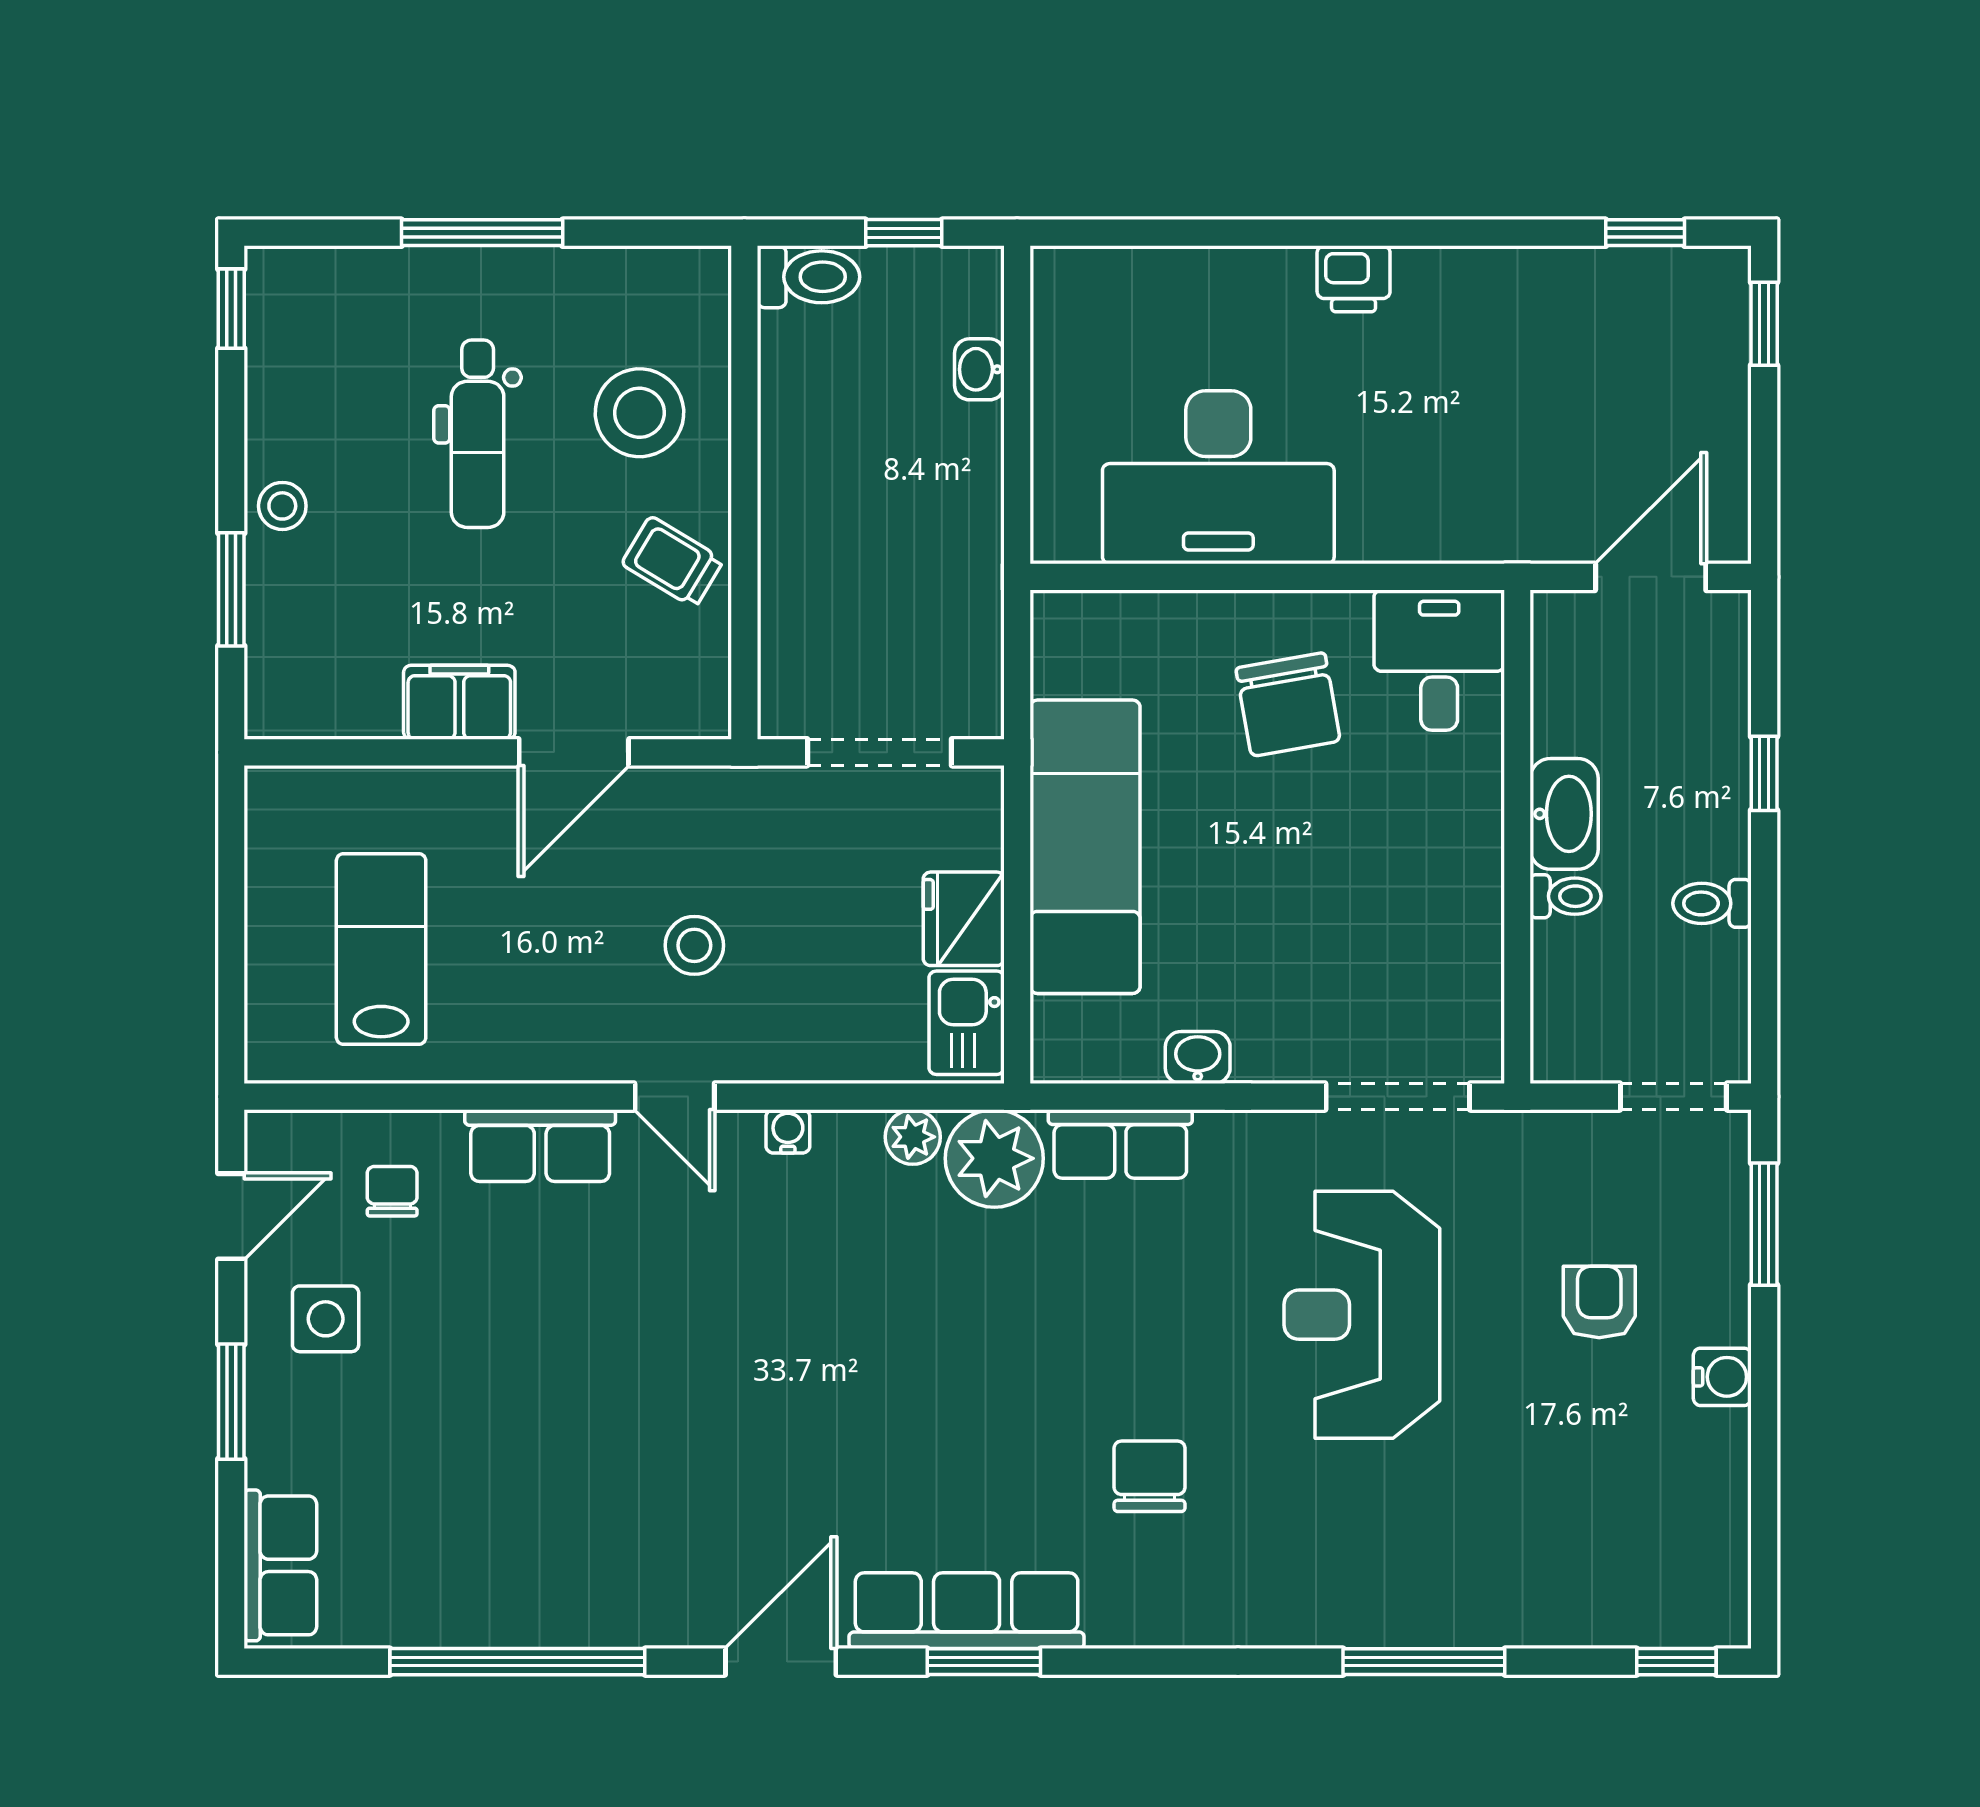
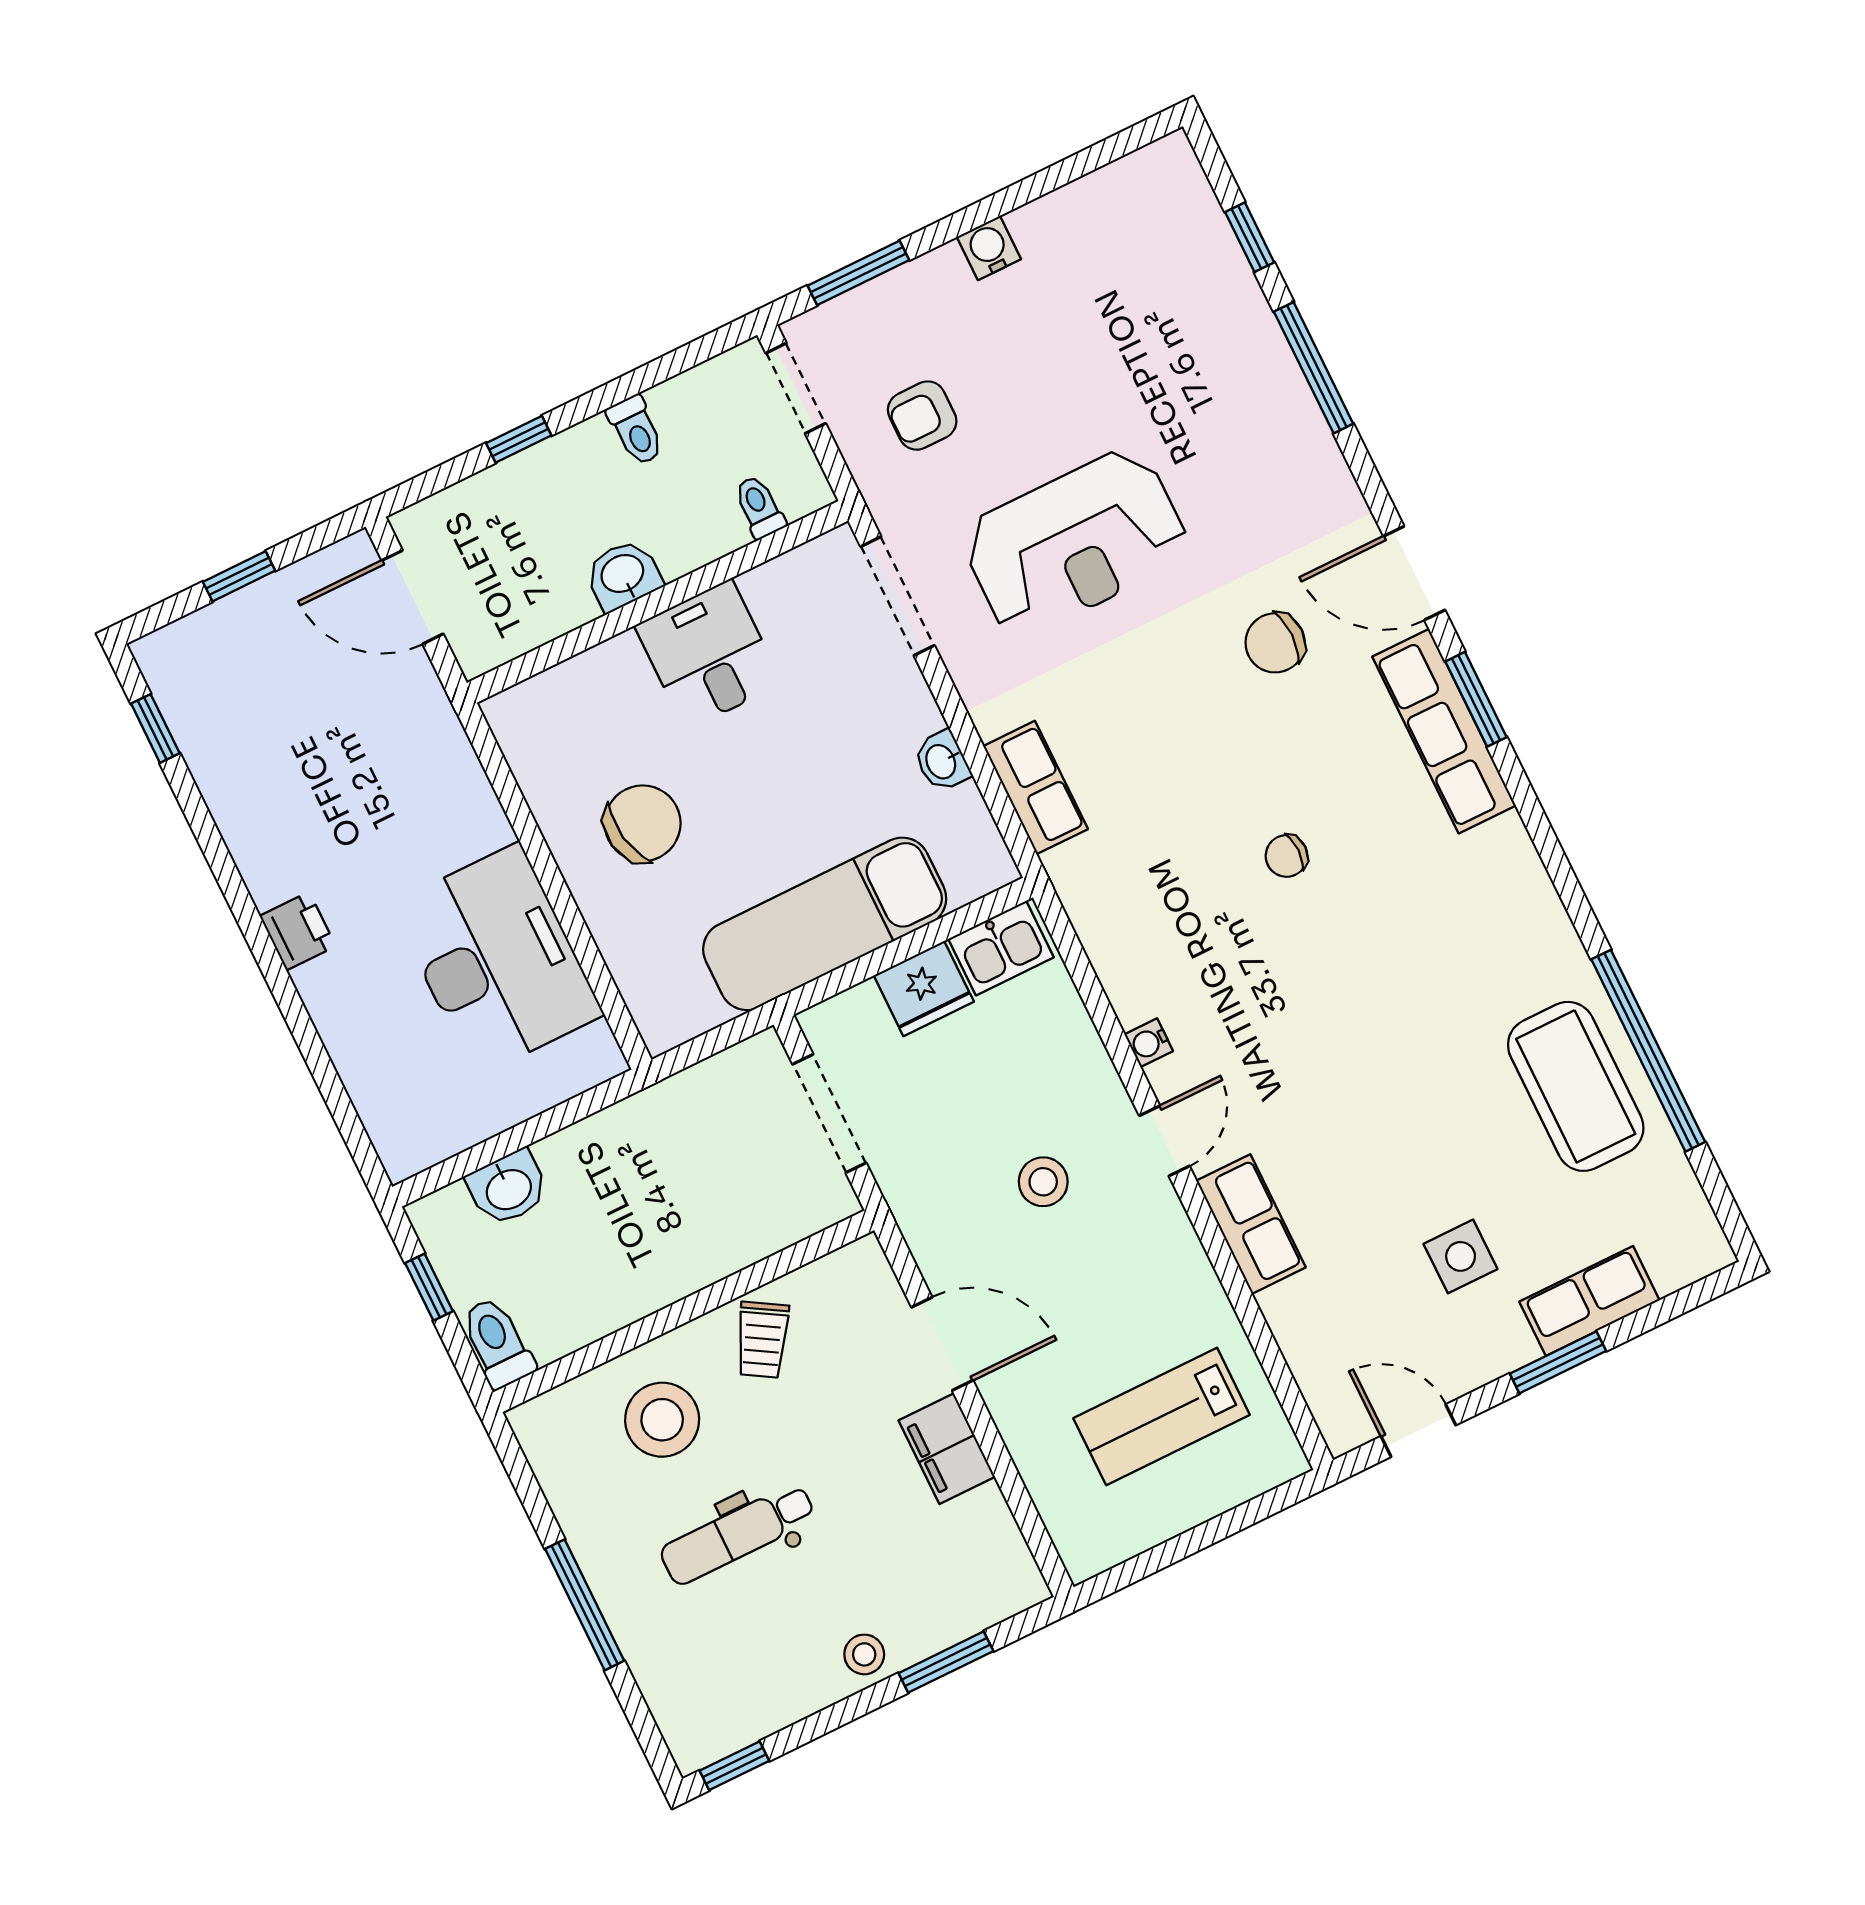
window: (1764, 324) -> (239, 576), moved
washbasin: (979, 369) -> (508, 1188), width x1.38, depth x1.45
dental chair: (478, 434) -> (738, 1534), turned 180
desk: (1439, 660) -> (709, 655), moved, turned 90
washbasin: (1564, 814) -> (623, 575), width x0.72
toilet: (1566, 896) -> (759, 507), moved
plant: (913, 1137) -> (1107, 946), removed
plant: (994, 1158) -> (1093, 877), removed
chair: (392, 1191) -> (1287, 856), moved
armchair: (1599, 1302) -> (922, 416), moved
side table: (326, 1319) -> (1461, 1256), moved
row of seats: (280, 1565) -> (1589, 1301), moved
coffee table: (517, 1565) -> (1576, 1086), added
door: (781, 1662) -> (1414, 573), moved
window: (1676, 1662) -> (1250, 237), moved

